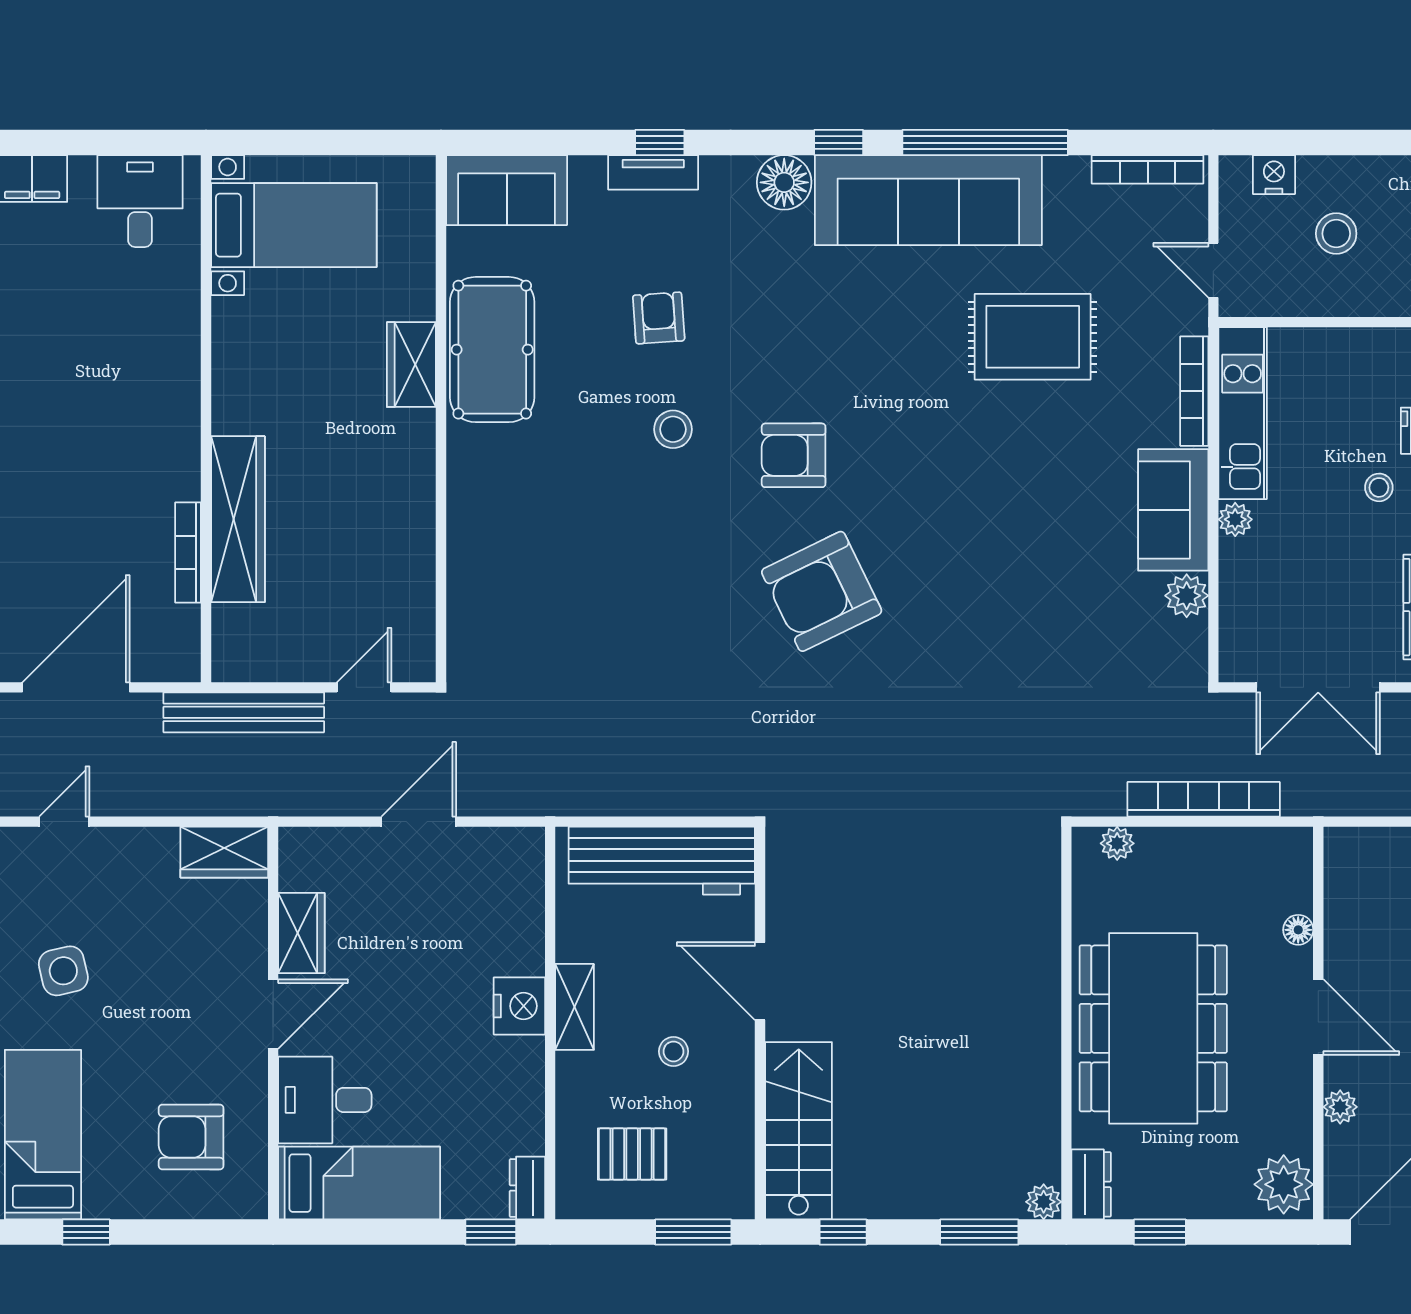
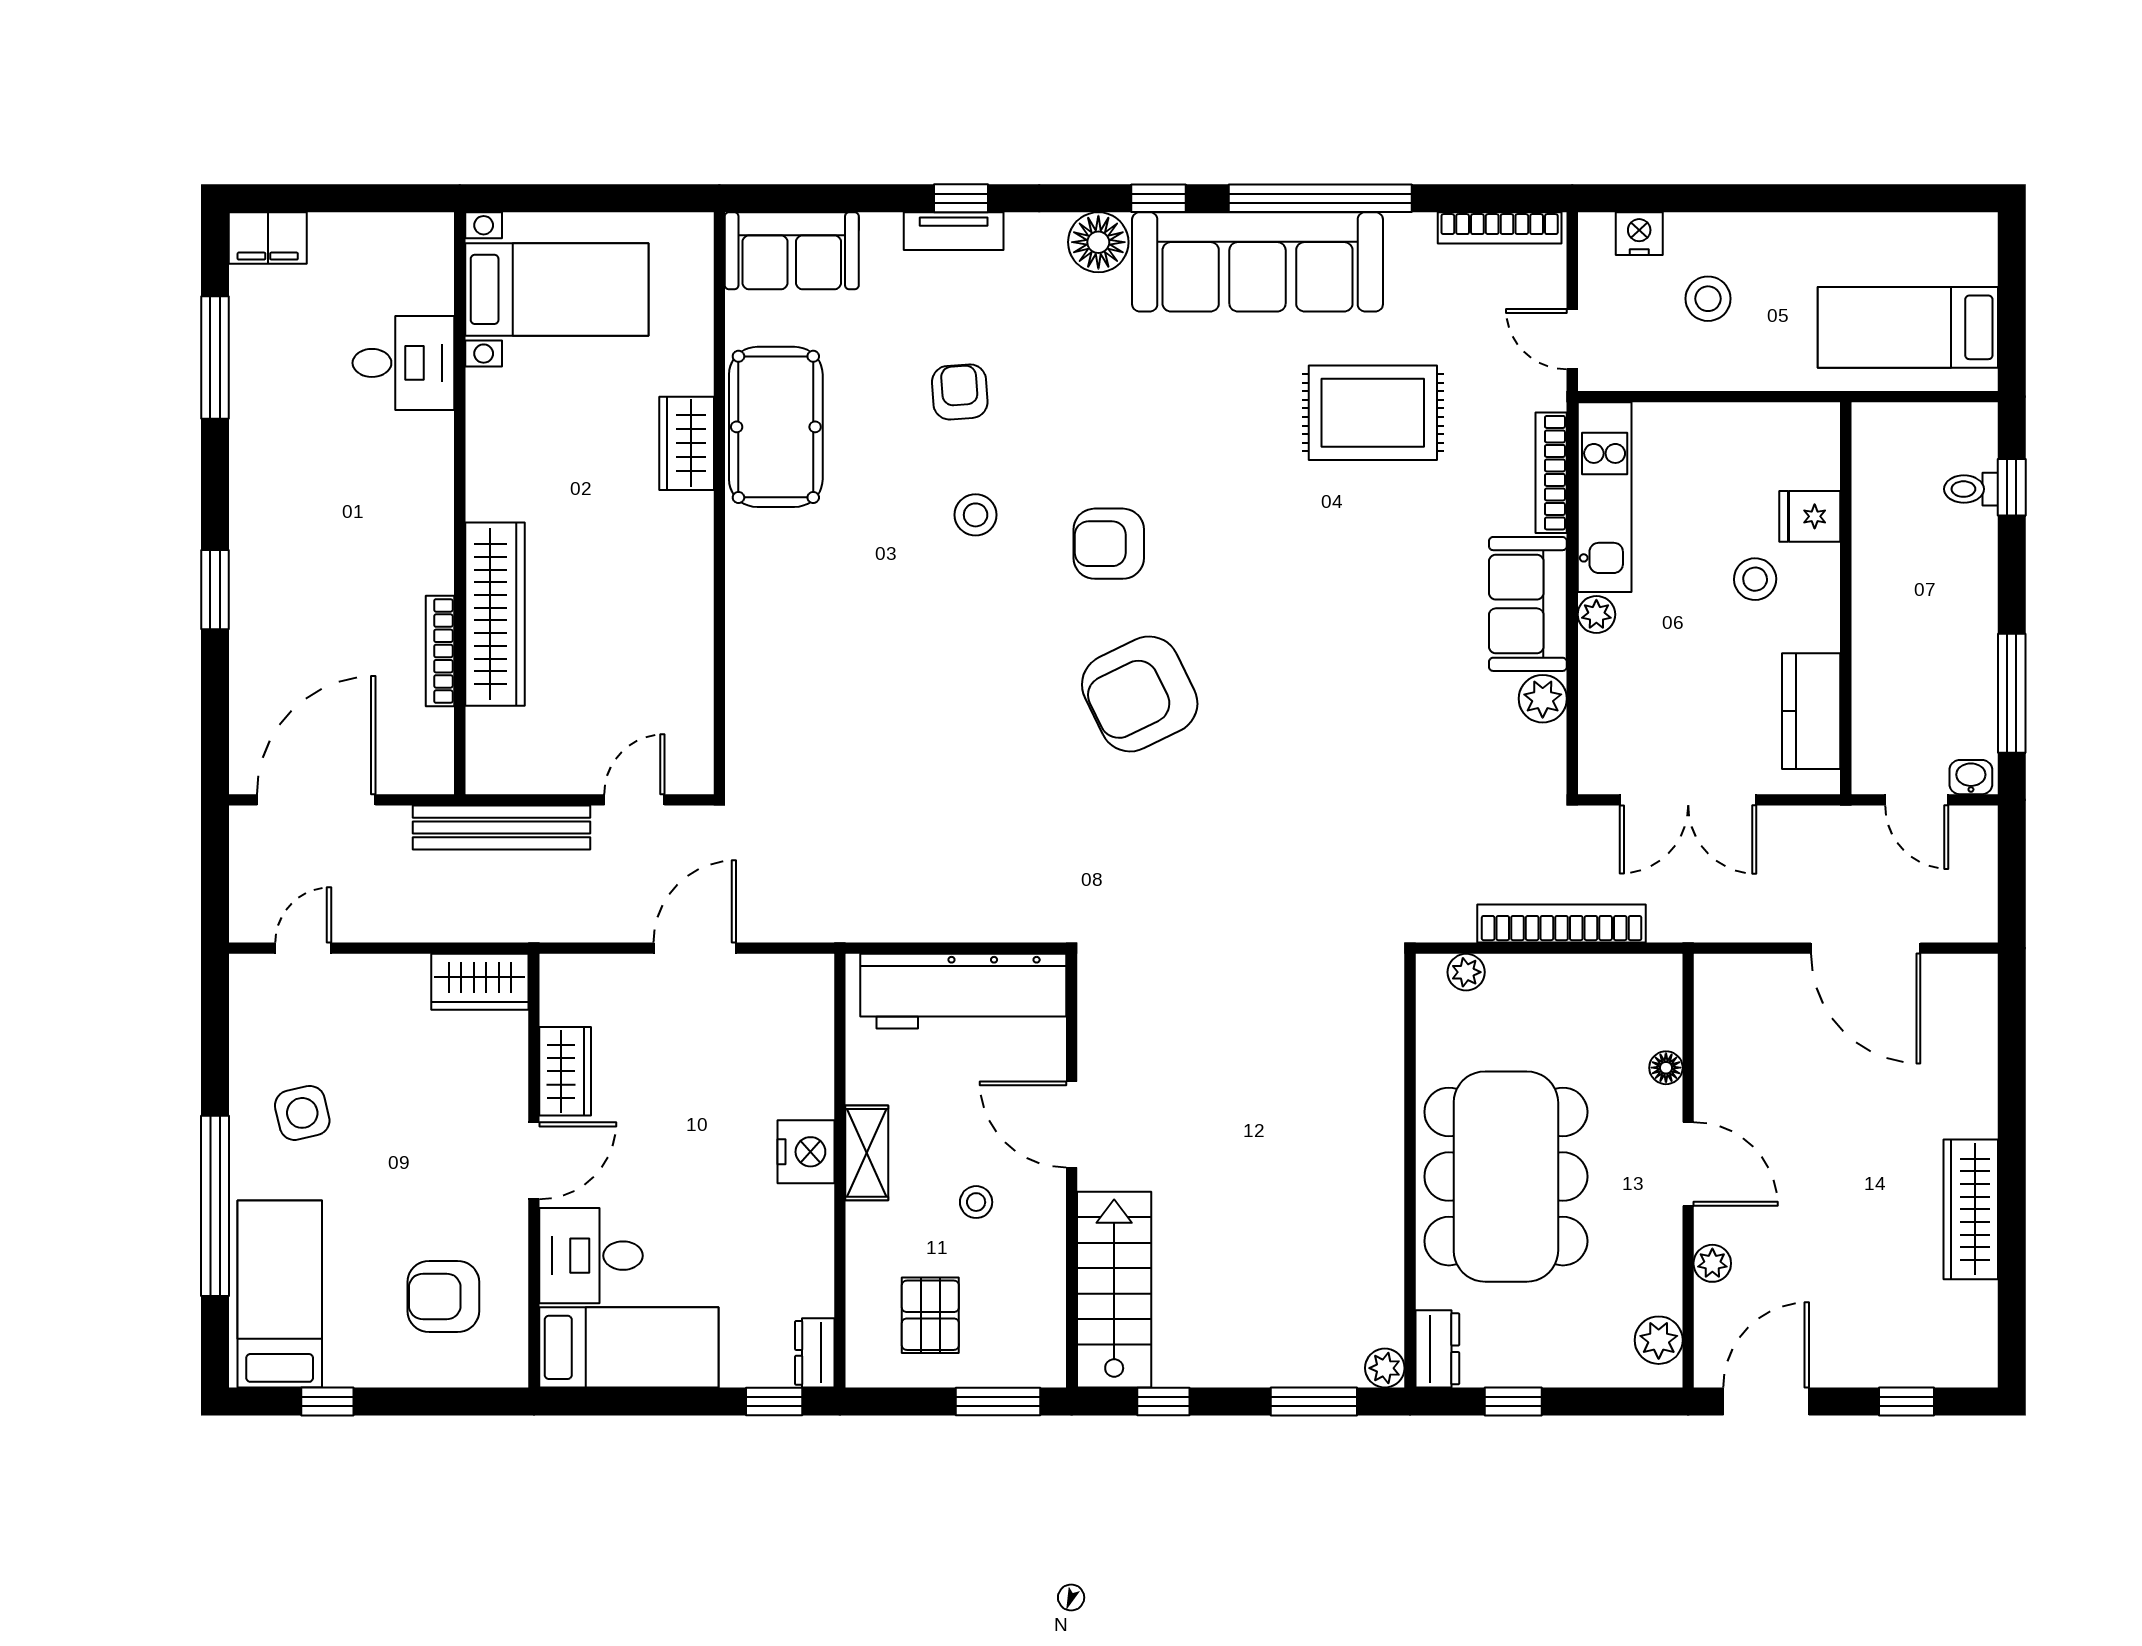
desk: (140, 201) -> (403, 363), moved, turned 90
stool: (1379, 487) -> (1755, 579), width x1.37, depth x1.37
pallet: (632, 1154) -> (930, 1315), turned 90
plant: (1284, 1184) -> (1659, 1340), width x0.73, depth x0.73

